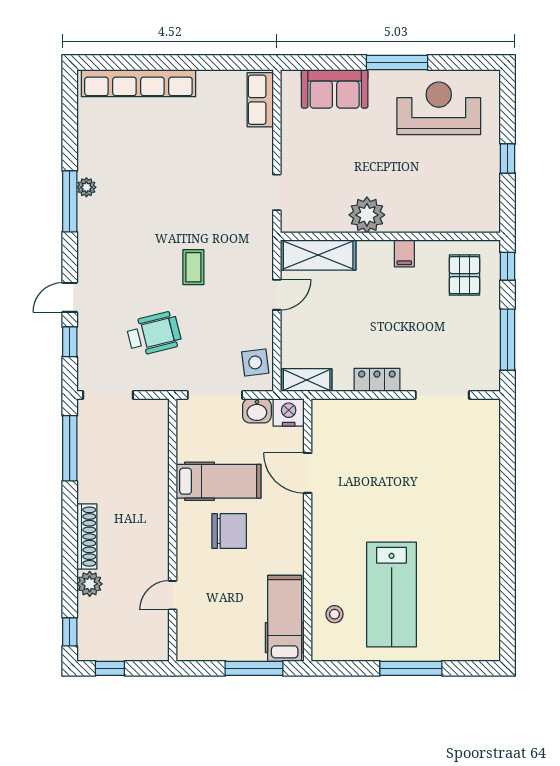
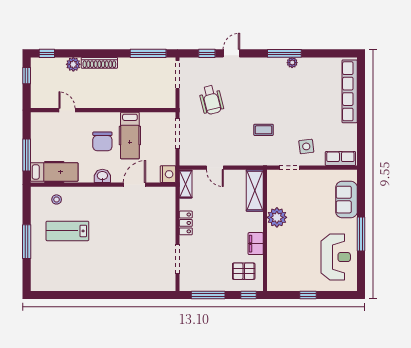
filing cabinet: (404, 253) -> (256, 244), width x2.00
coffee table: (193, 267) -> (264, 130), moved
door: (277, 295) -> (215, 168), moved
door: (70, 297) -> (231, 53), hinge flipped
side table: (255, 362) -> (306, 146), moved
washbasin: (257, 411) -> (102, 176), moved, turned 90
lab bench: (392, 594) -> (67, 231), width x0.73, depth x0.72

